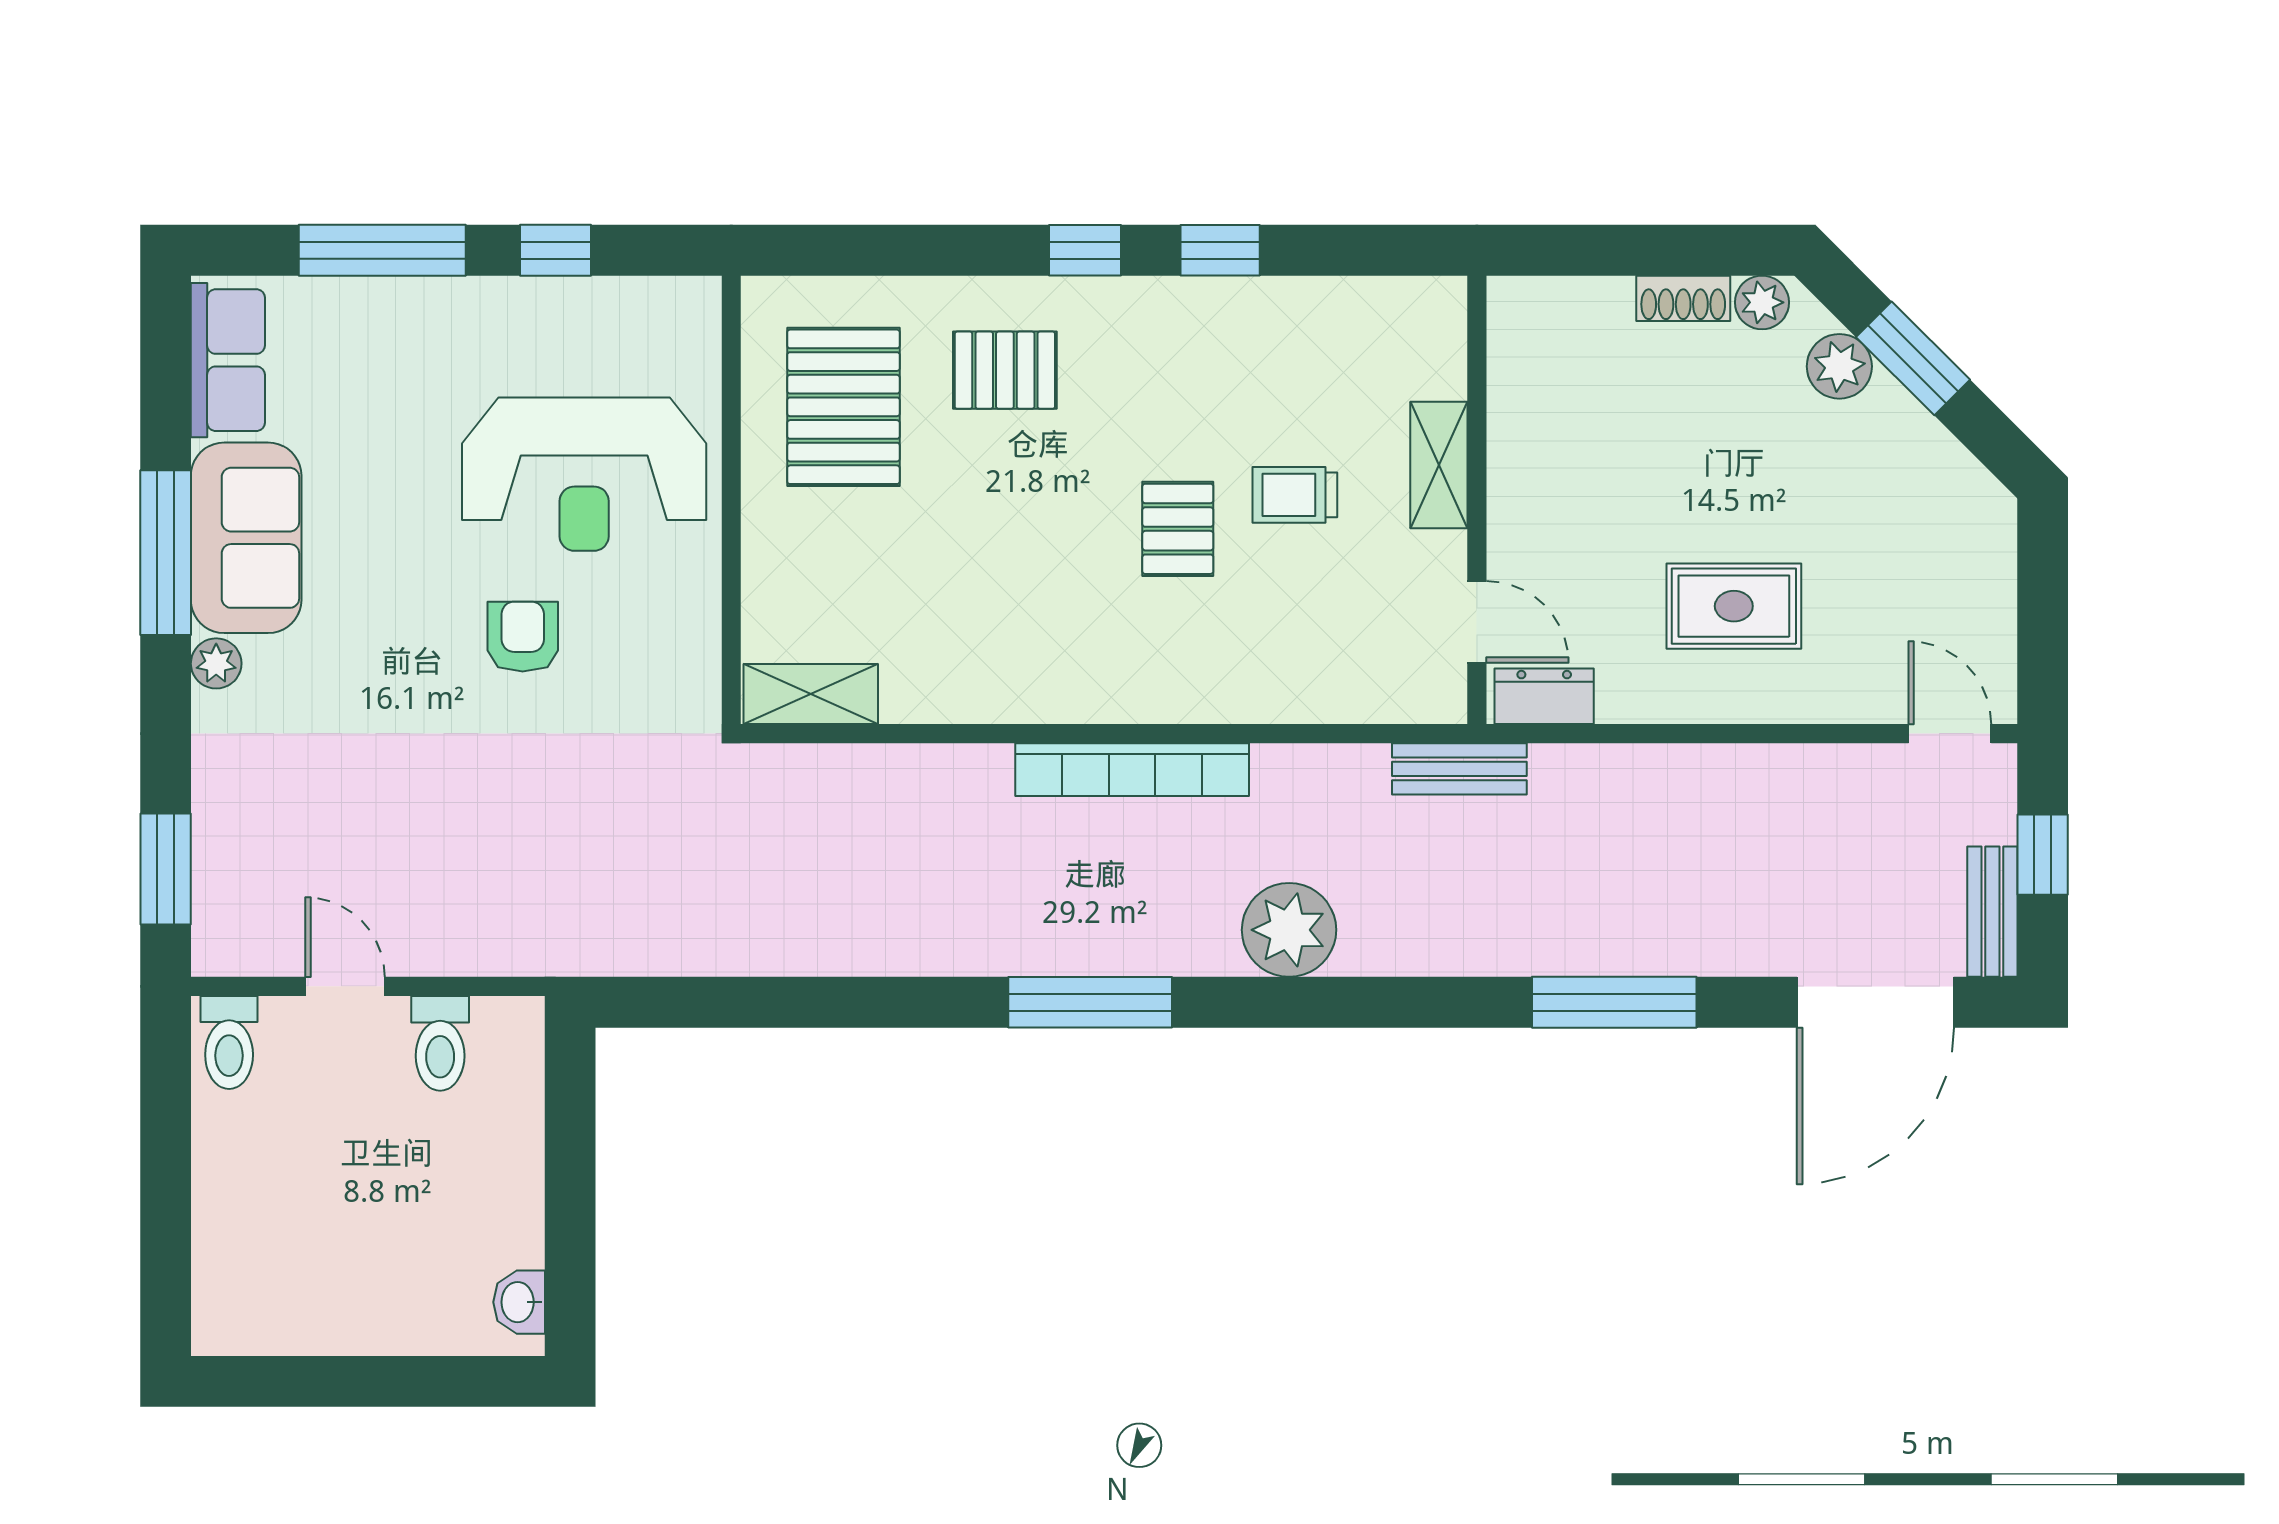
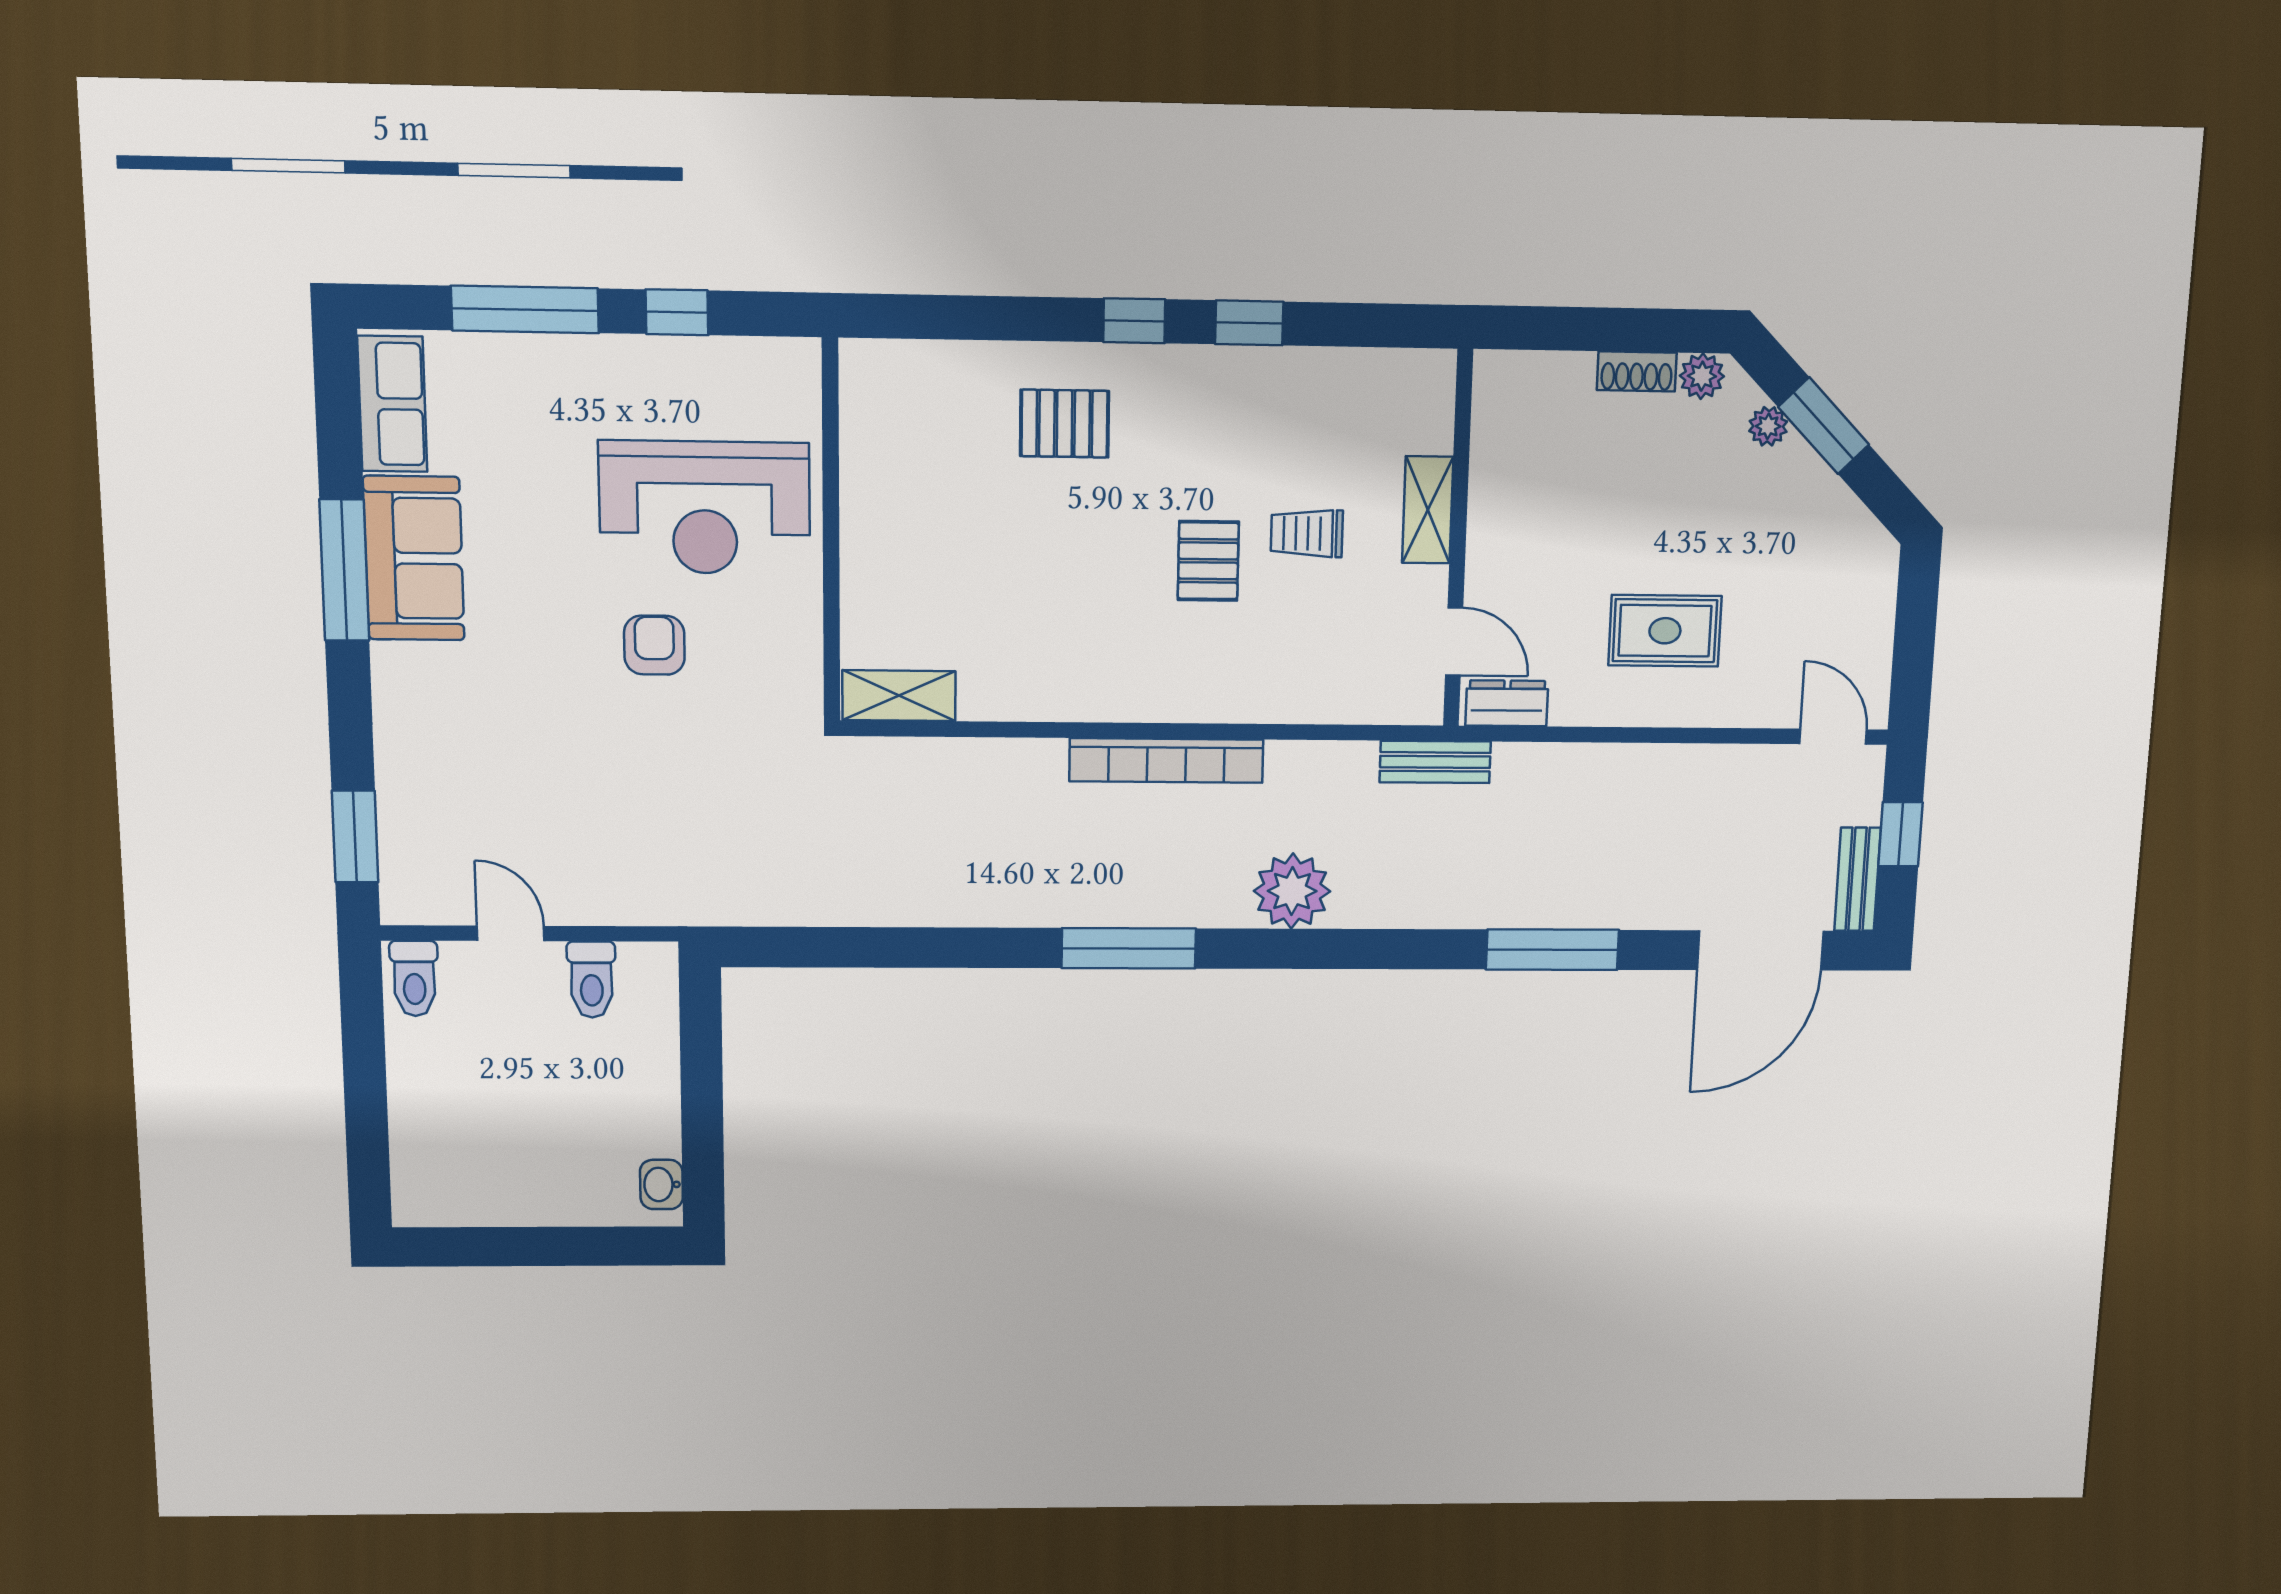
plant: (1839, 366) -> (1768, 426), width x0.73, depth x0.73
pallet: (843, 407) -> (927, 453), removed
plant: (216, 663) -> (392, 665), removed

